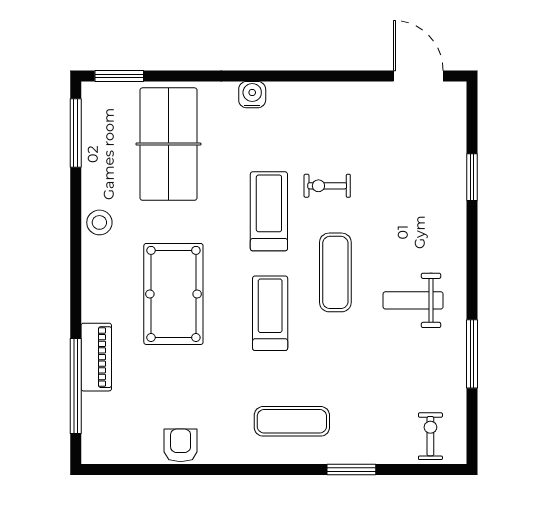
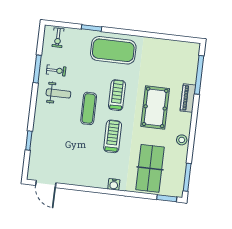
exercise bike: (327, 186) -> (56, 70), moved
treadmill: (269, 211) -> (113, 136), turned 180
treadmill: (270, 313) -> (117, 95), turned 180
piano: (96, 357) -> (188, 98), moved
exercise mat: (292, 421) -> (113, 50), width x2.00, depth x1.45
armchair: (181, 445) -> (159, 46), removed

